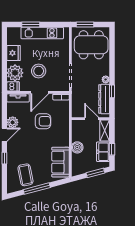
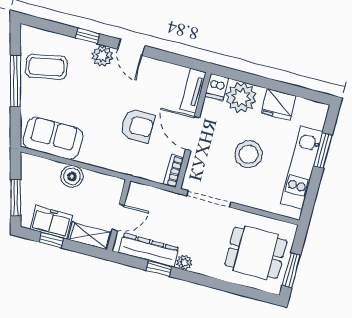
window: (85, 25) -> (291, 270), moved
dining table: (91, 45) -> (256, 253), width x0.73
stool: (39, 71) -> (249, 154), moved
armchair: (43, 121) -> (137, 126), turned -90
plant: (13, 122) -> (102, 56), moved

